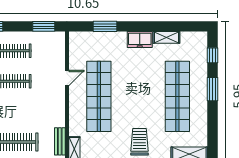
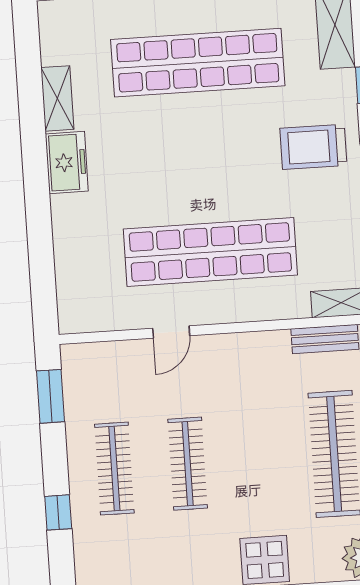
window: (105, 26) -> (41, 249), removed
door: (67, 78) -> (171, 332), swing flipped

